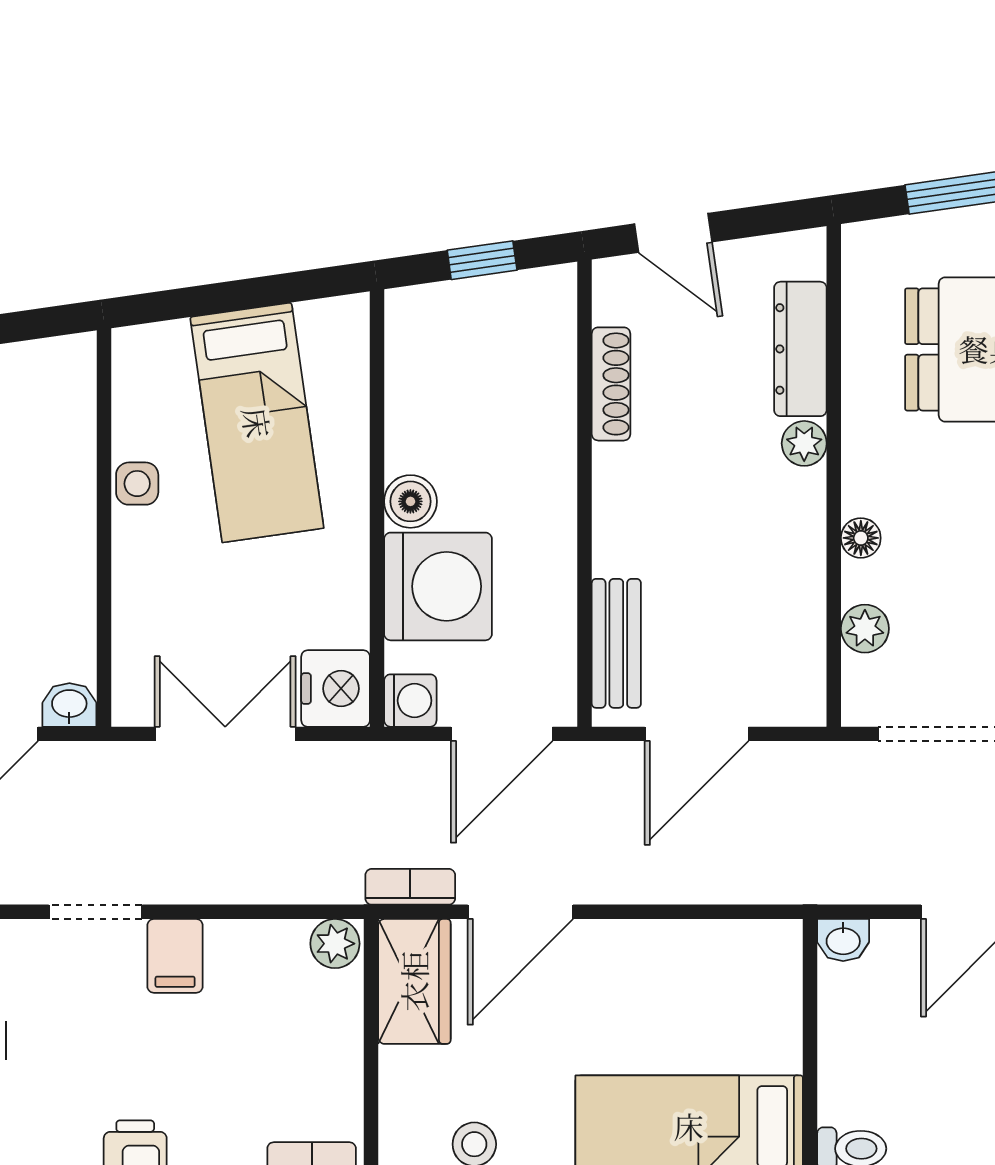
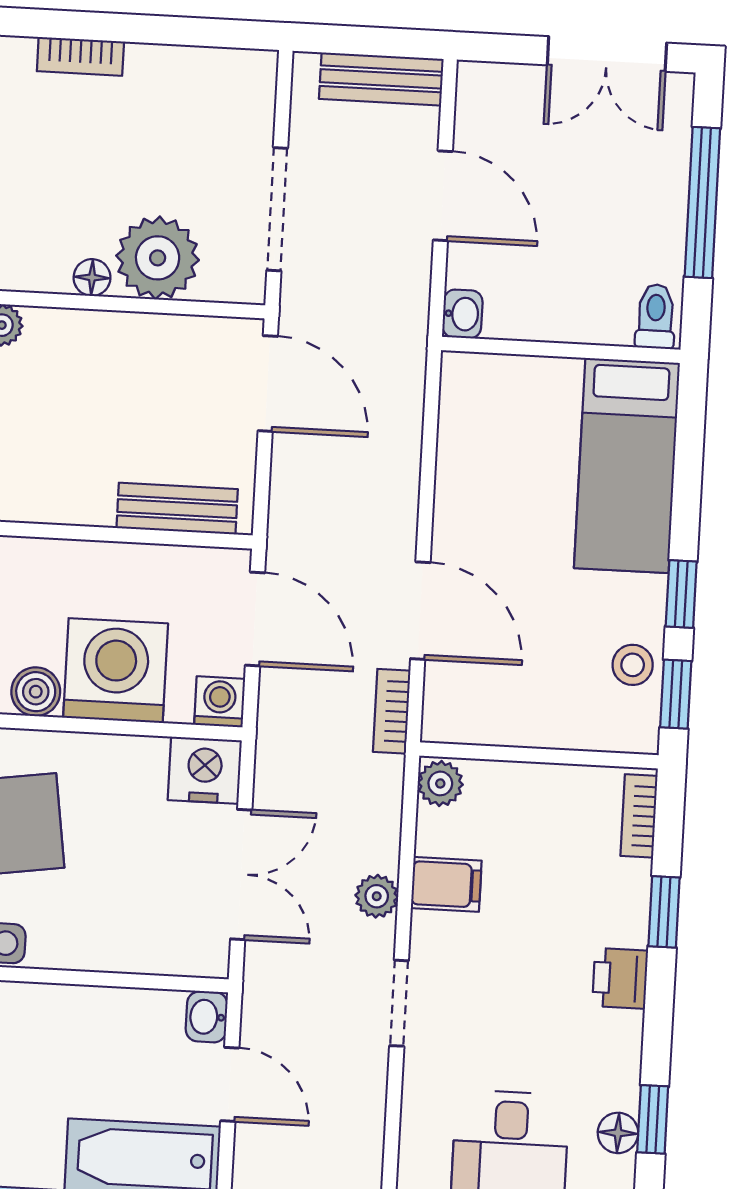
plant: (865, 629) -> (158, 258), width x1.88, depth x1.88
double door: (225, 734) -> (241, 874), swing flipped
door: (697, 734) -> (268, 384), moved
plant: (210, 881) -> (377, 896), added
filing cabinet: (175, 956) -> (446, 884), moved
wardrobe: (414, 981) -> (479, 712), removed

